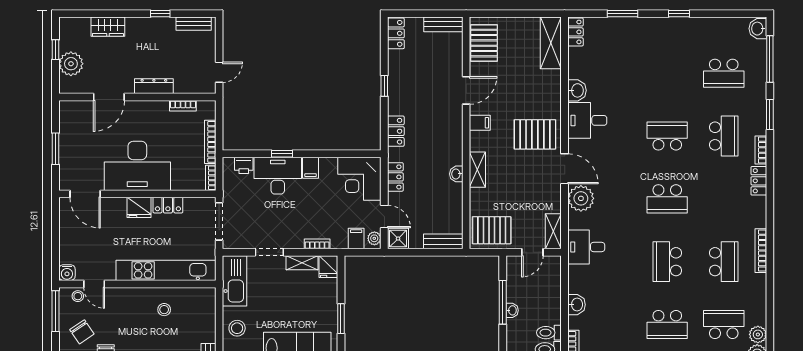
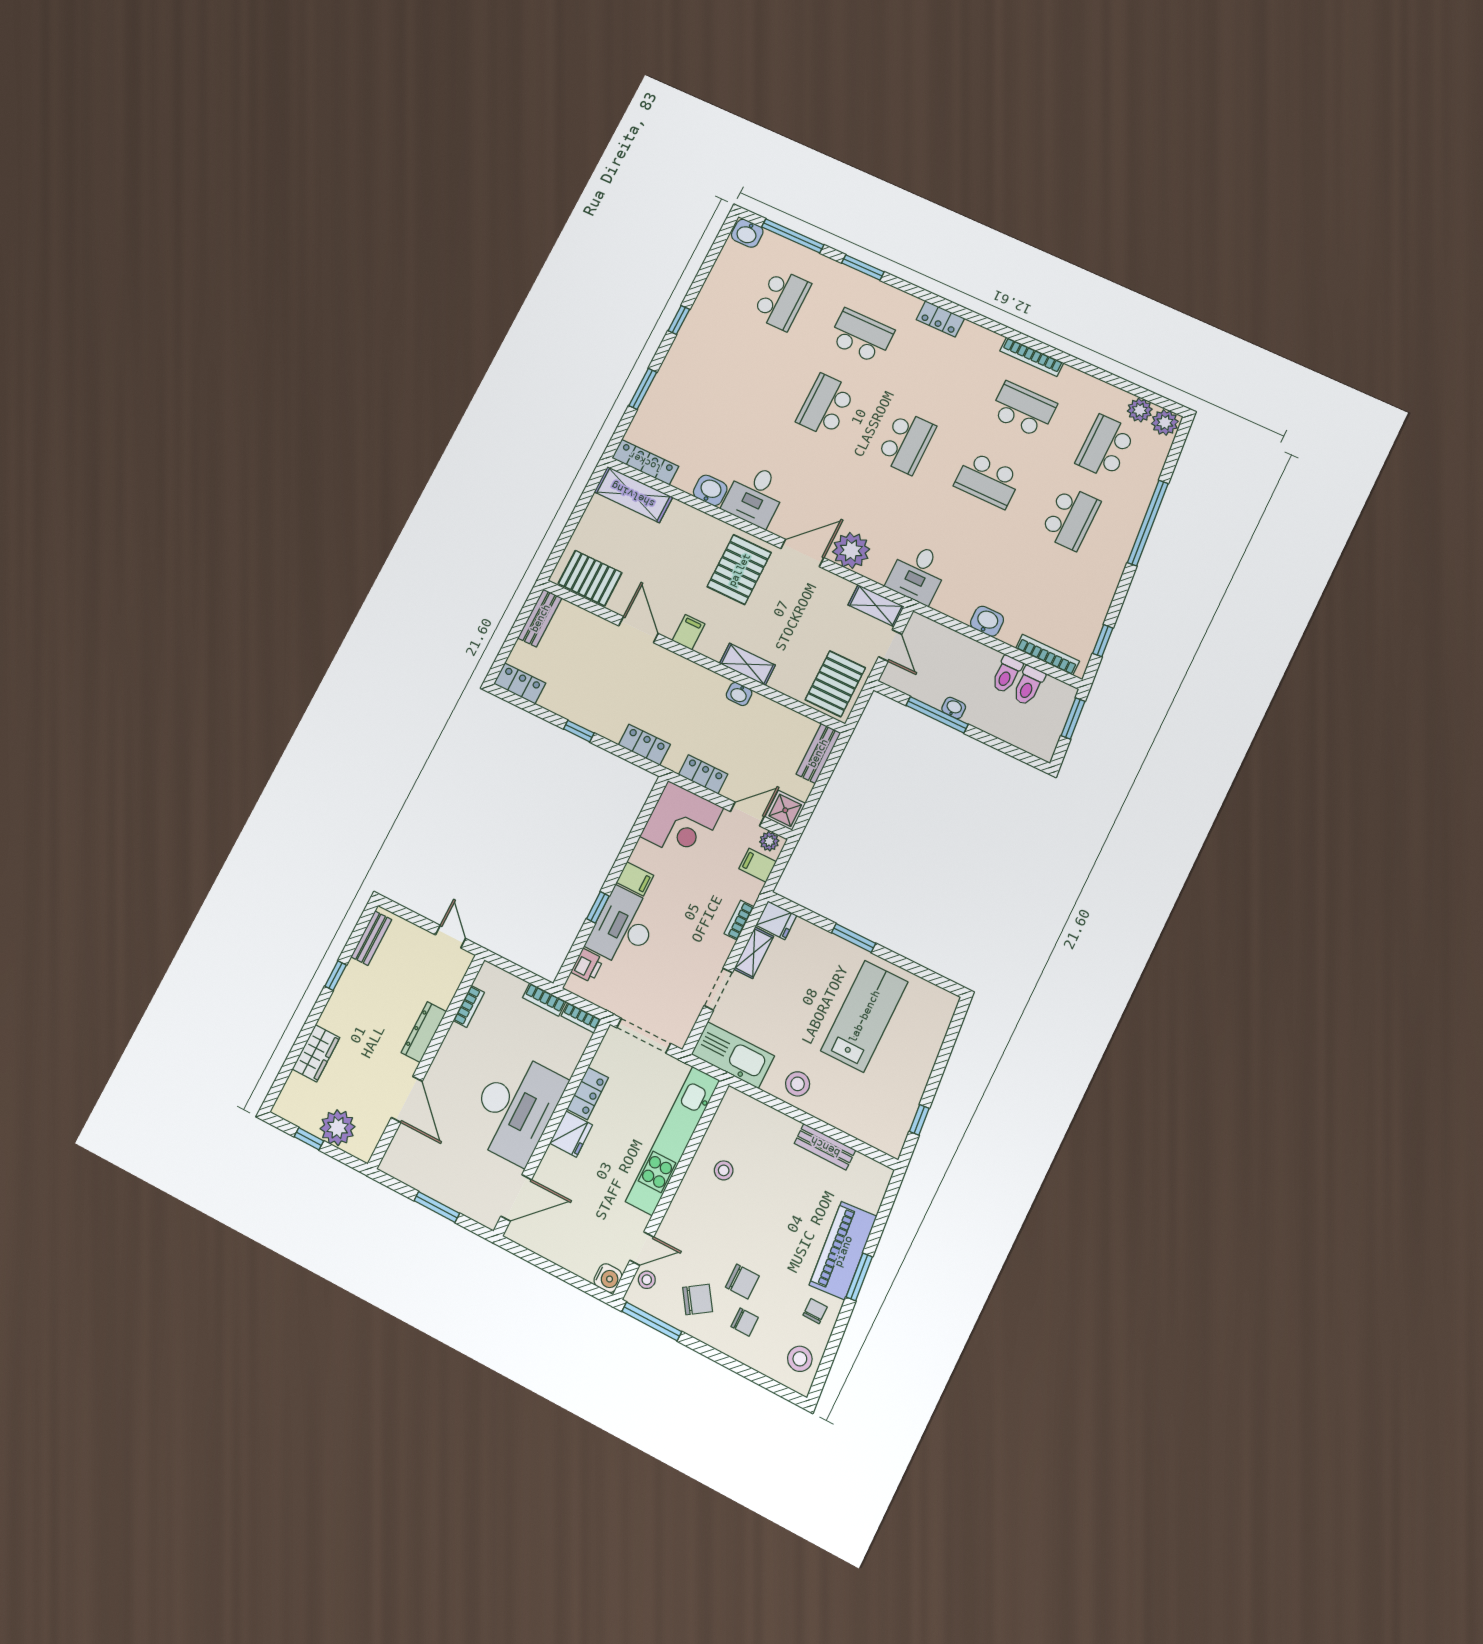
locker: (575, 32) -> (645, 462), width x1.53
bookcase: (210, 142) -> (544, 1000), width x0.64
bookcase: (761, 150) -> (902, 299), removed

